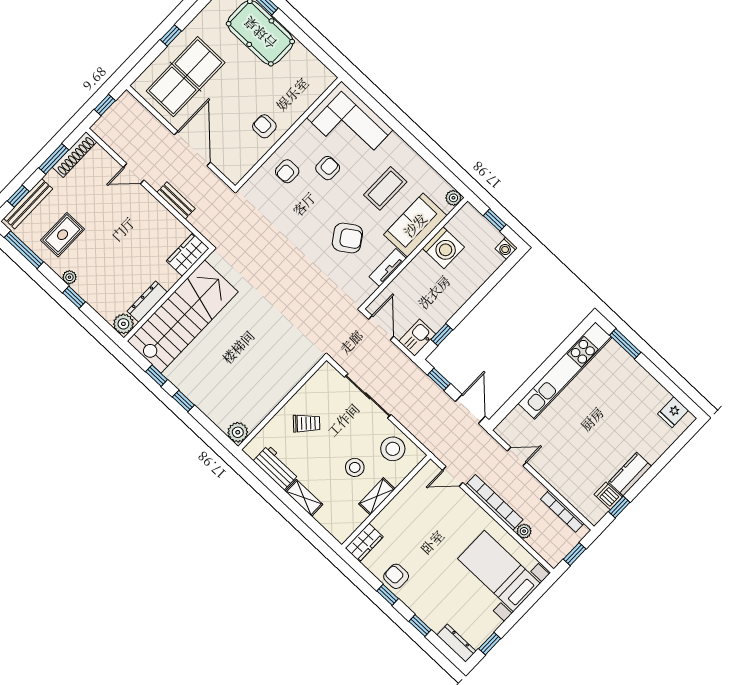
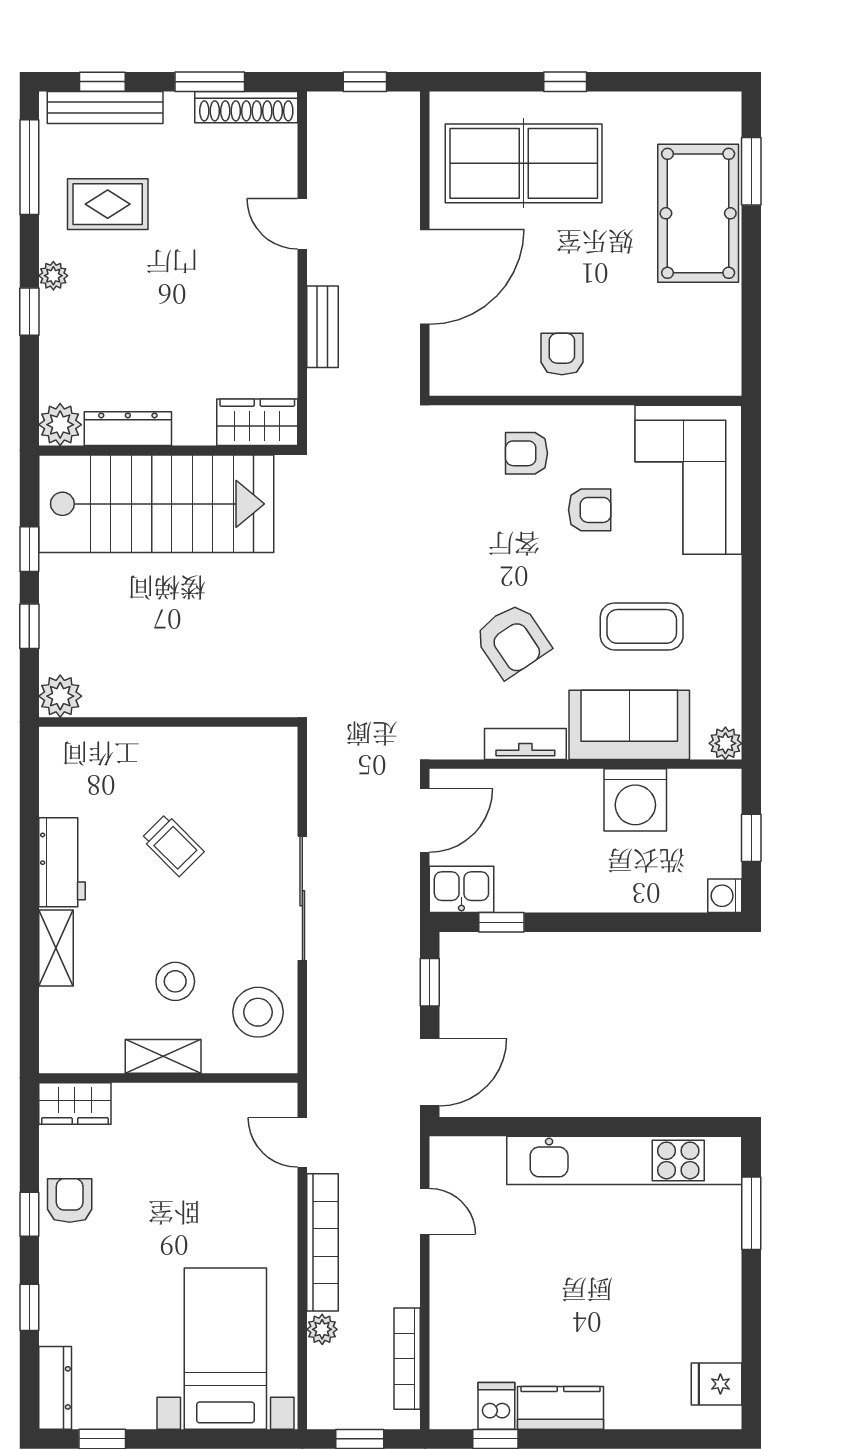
wall: (282, 403) -> (168, 722), moved
plant: (238, 432) -> (60, 696), moved

